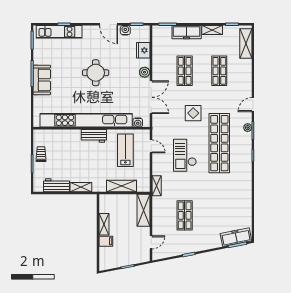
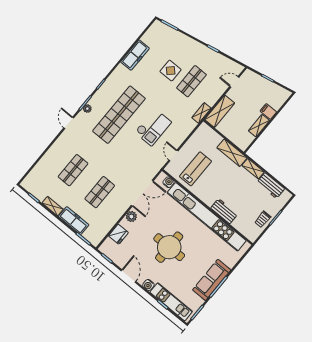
water cooler: (125, 30) -> (148, 285), moved
shelving: (246, 43) -> (35, 174), removed
round table: (96, 73) -> (169, 247), width x1.36, depth x1.36
sofa: (42, 80) -> (212, 280), width x1.36
double door: (151, 97) -> (142, 193), swing flipped
door: (253, 105) -> (69, 123), swing flipped
display table: (193, 113) -> (171, 71), moved
workbench: (94, 136) -> (224, 211), moved
lab bench: (125, 150) -> (196, 169), turned 180
shelving: (122, 186) -> (232, 153), moved
shelving: (157, 186) -> (201, 113), moved
freezer: (236, 237) -> (135, 55), moved, turned -79

